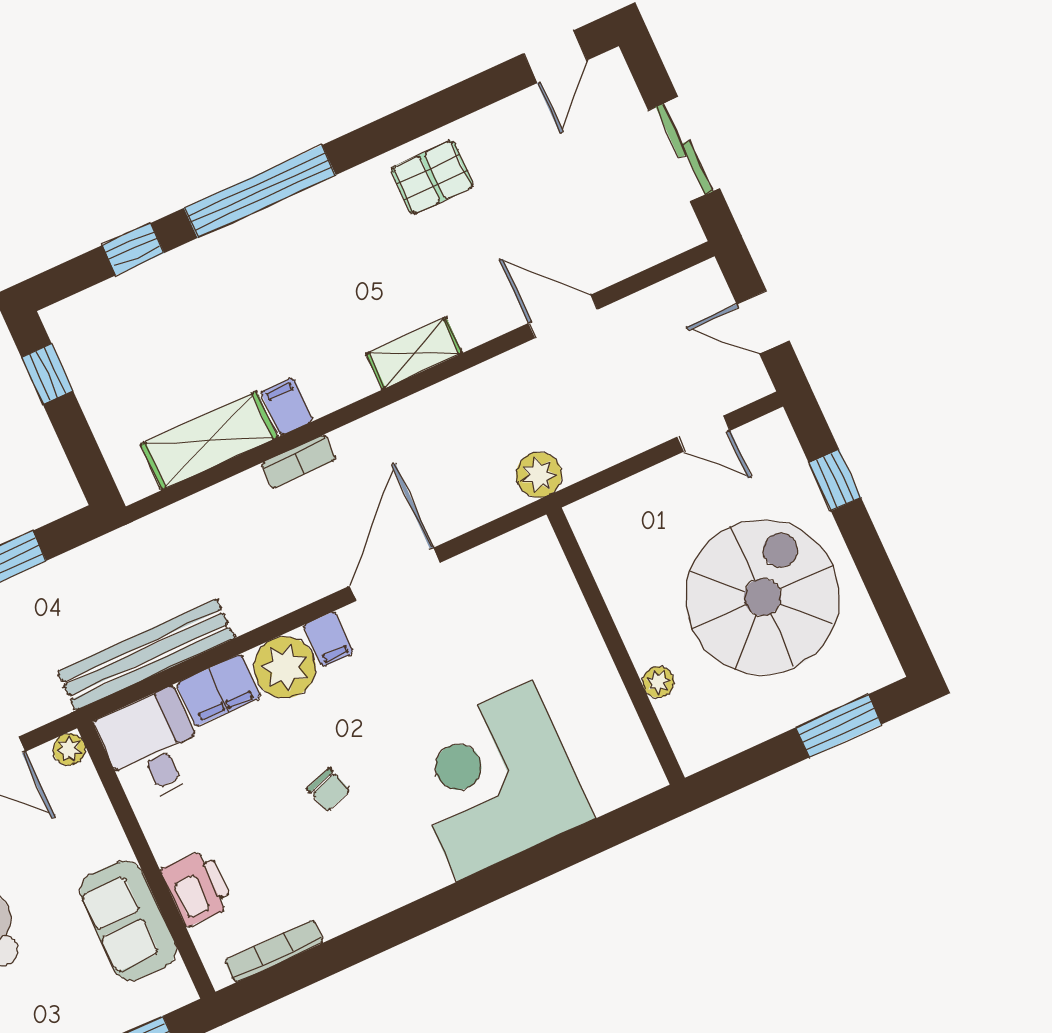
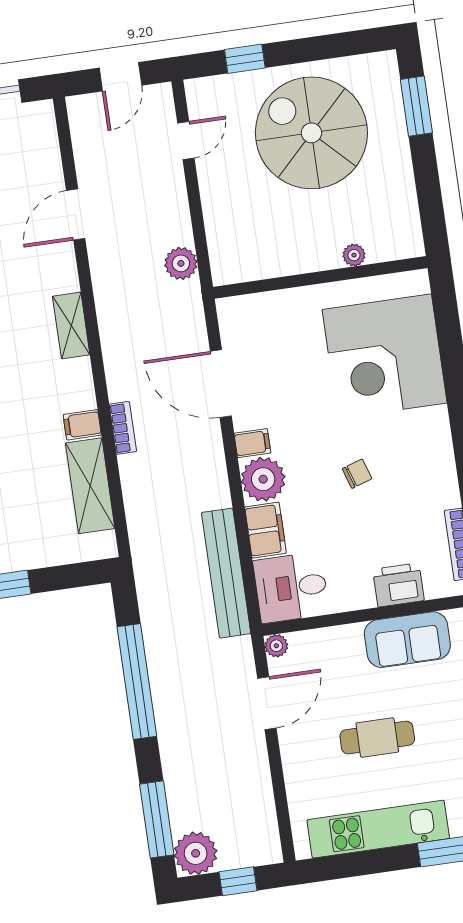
wall: (616, 646) -> (320, 277), moved
plant: (658, 682) -> (354, 255), moved

